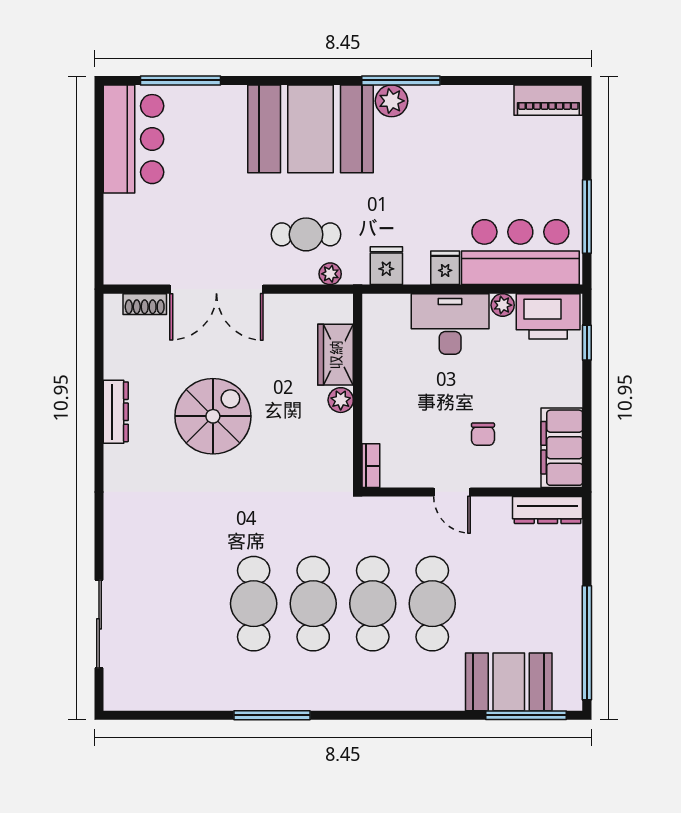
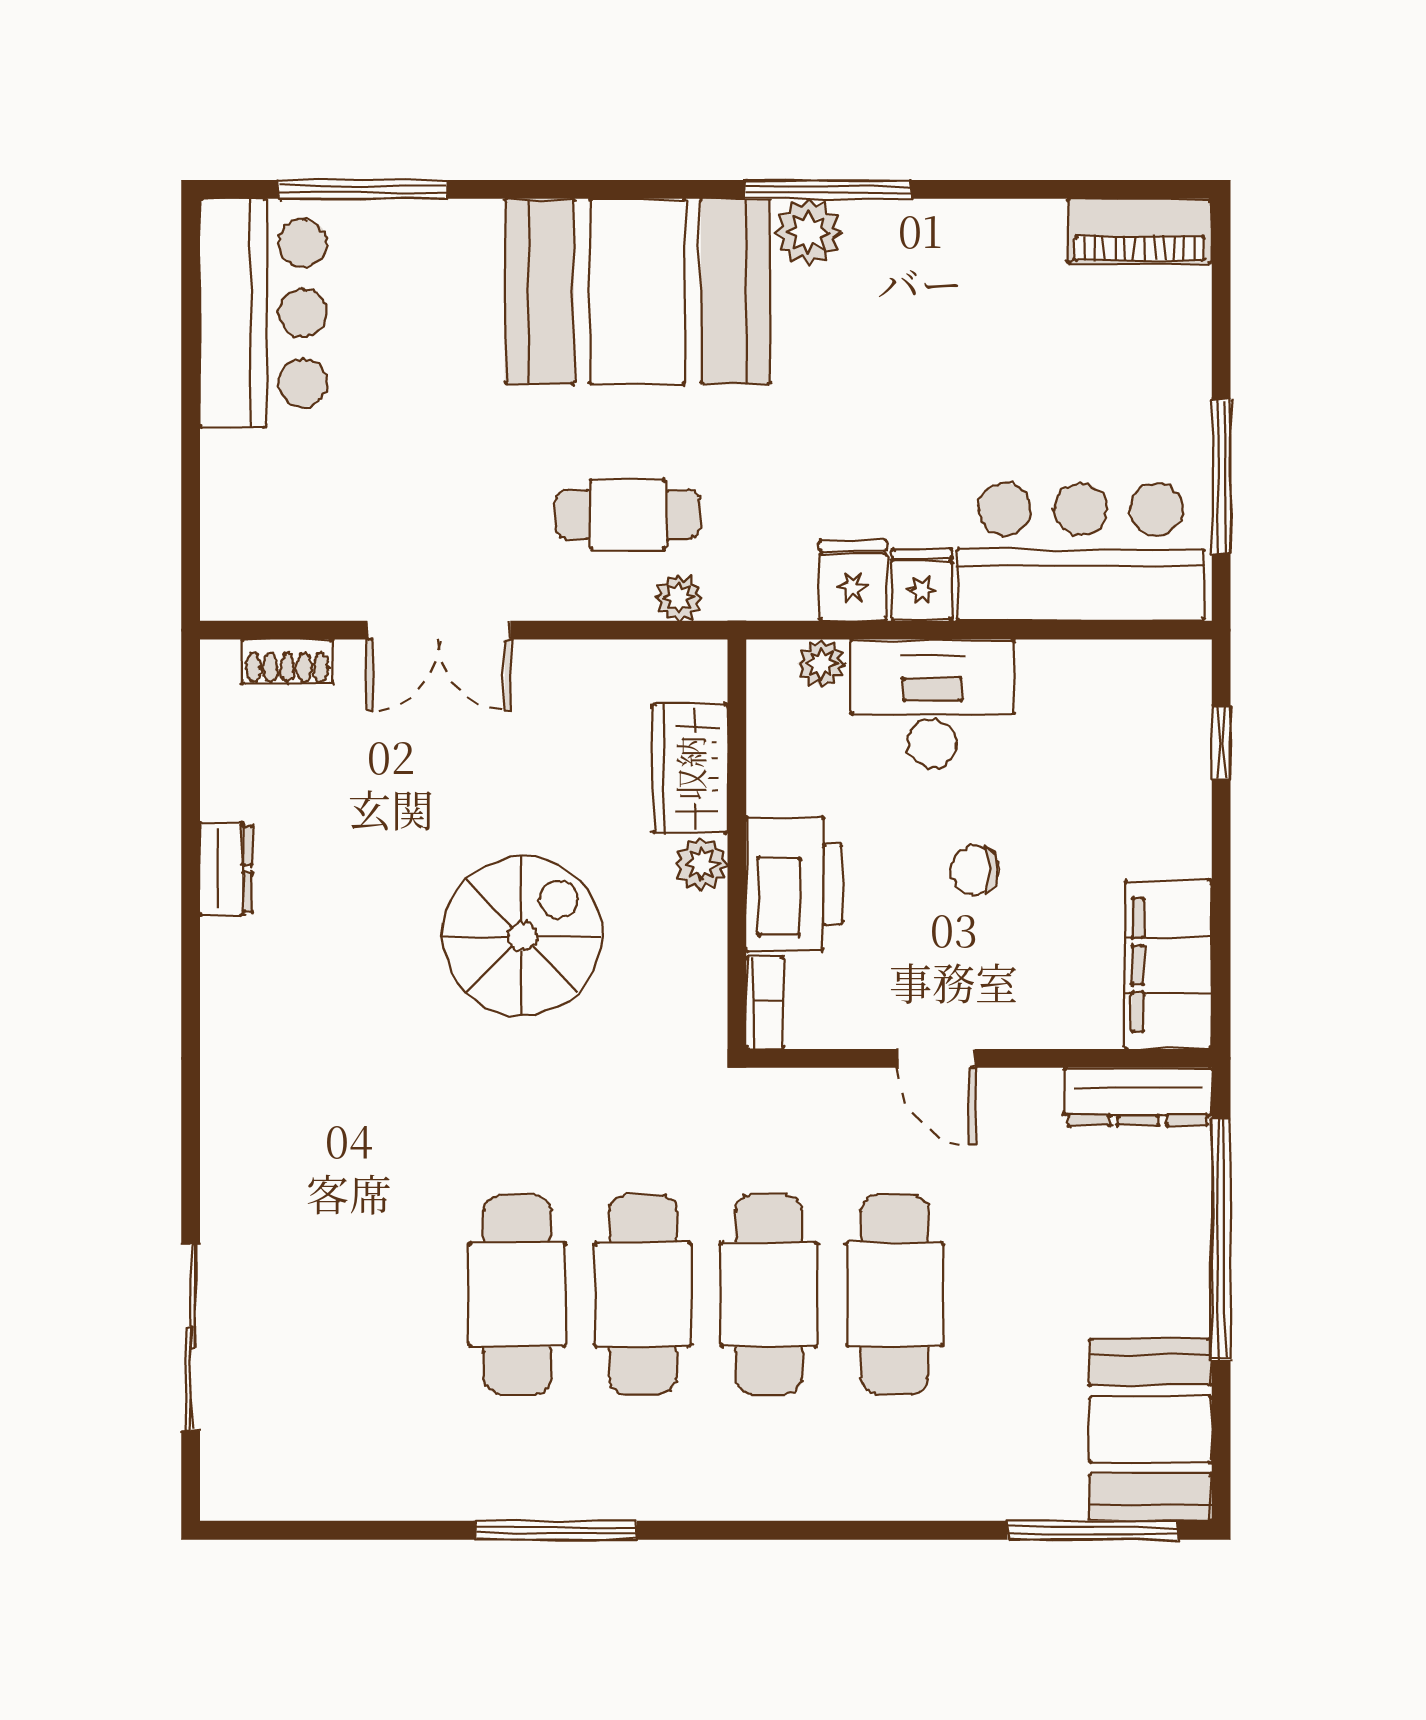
fridge: (386, 266) -> (853, 581), moved
double door: (216, 289) -> (439, 630), width x0.73
plant: (503, 305) -> (821, 664), moved
printer: (548, 316) -> (794, 884), moved, turned -90
dresser: (116, 412) -> (226, 869), width x0.70
spiral stairs: (213, 416) -> (522, 936), moved
chair: (483, 434) -> (975, 870), moved, turned 90
window: (587, 643) -> (1221, 1239), moved
booth: (509, 682) -> (1151, 1430), moved, turned 90

